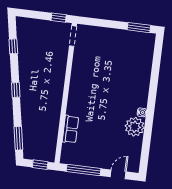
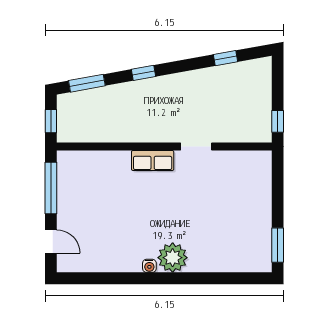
doorway: (73, 36) -> (196, 147), moved
window: (16, 90) -> (143, 73), moved
plant: (135, 127) -> (173, 258), moved
row of seats: (70, 129) -> (153, 160), moved

